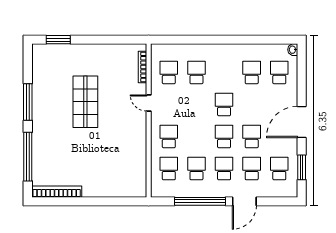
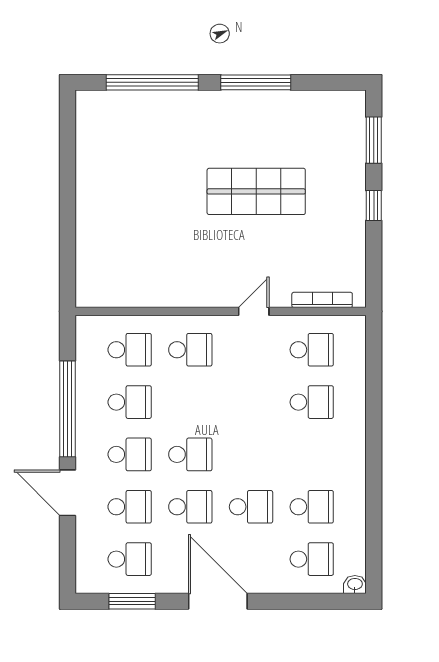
window: (93, 40) -> (374, 205), added
school desk: (224, 104) -> (251, 507), moved
bookcase: (57, 192) -> (86, 137), removed

